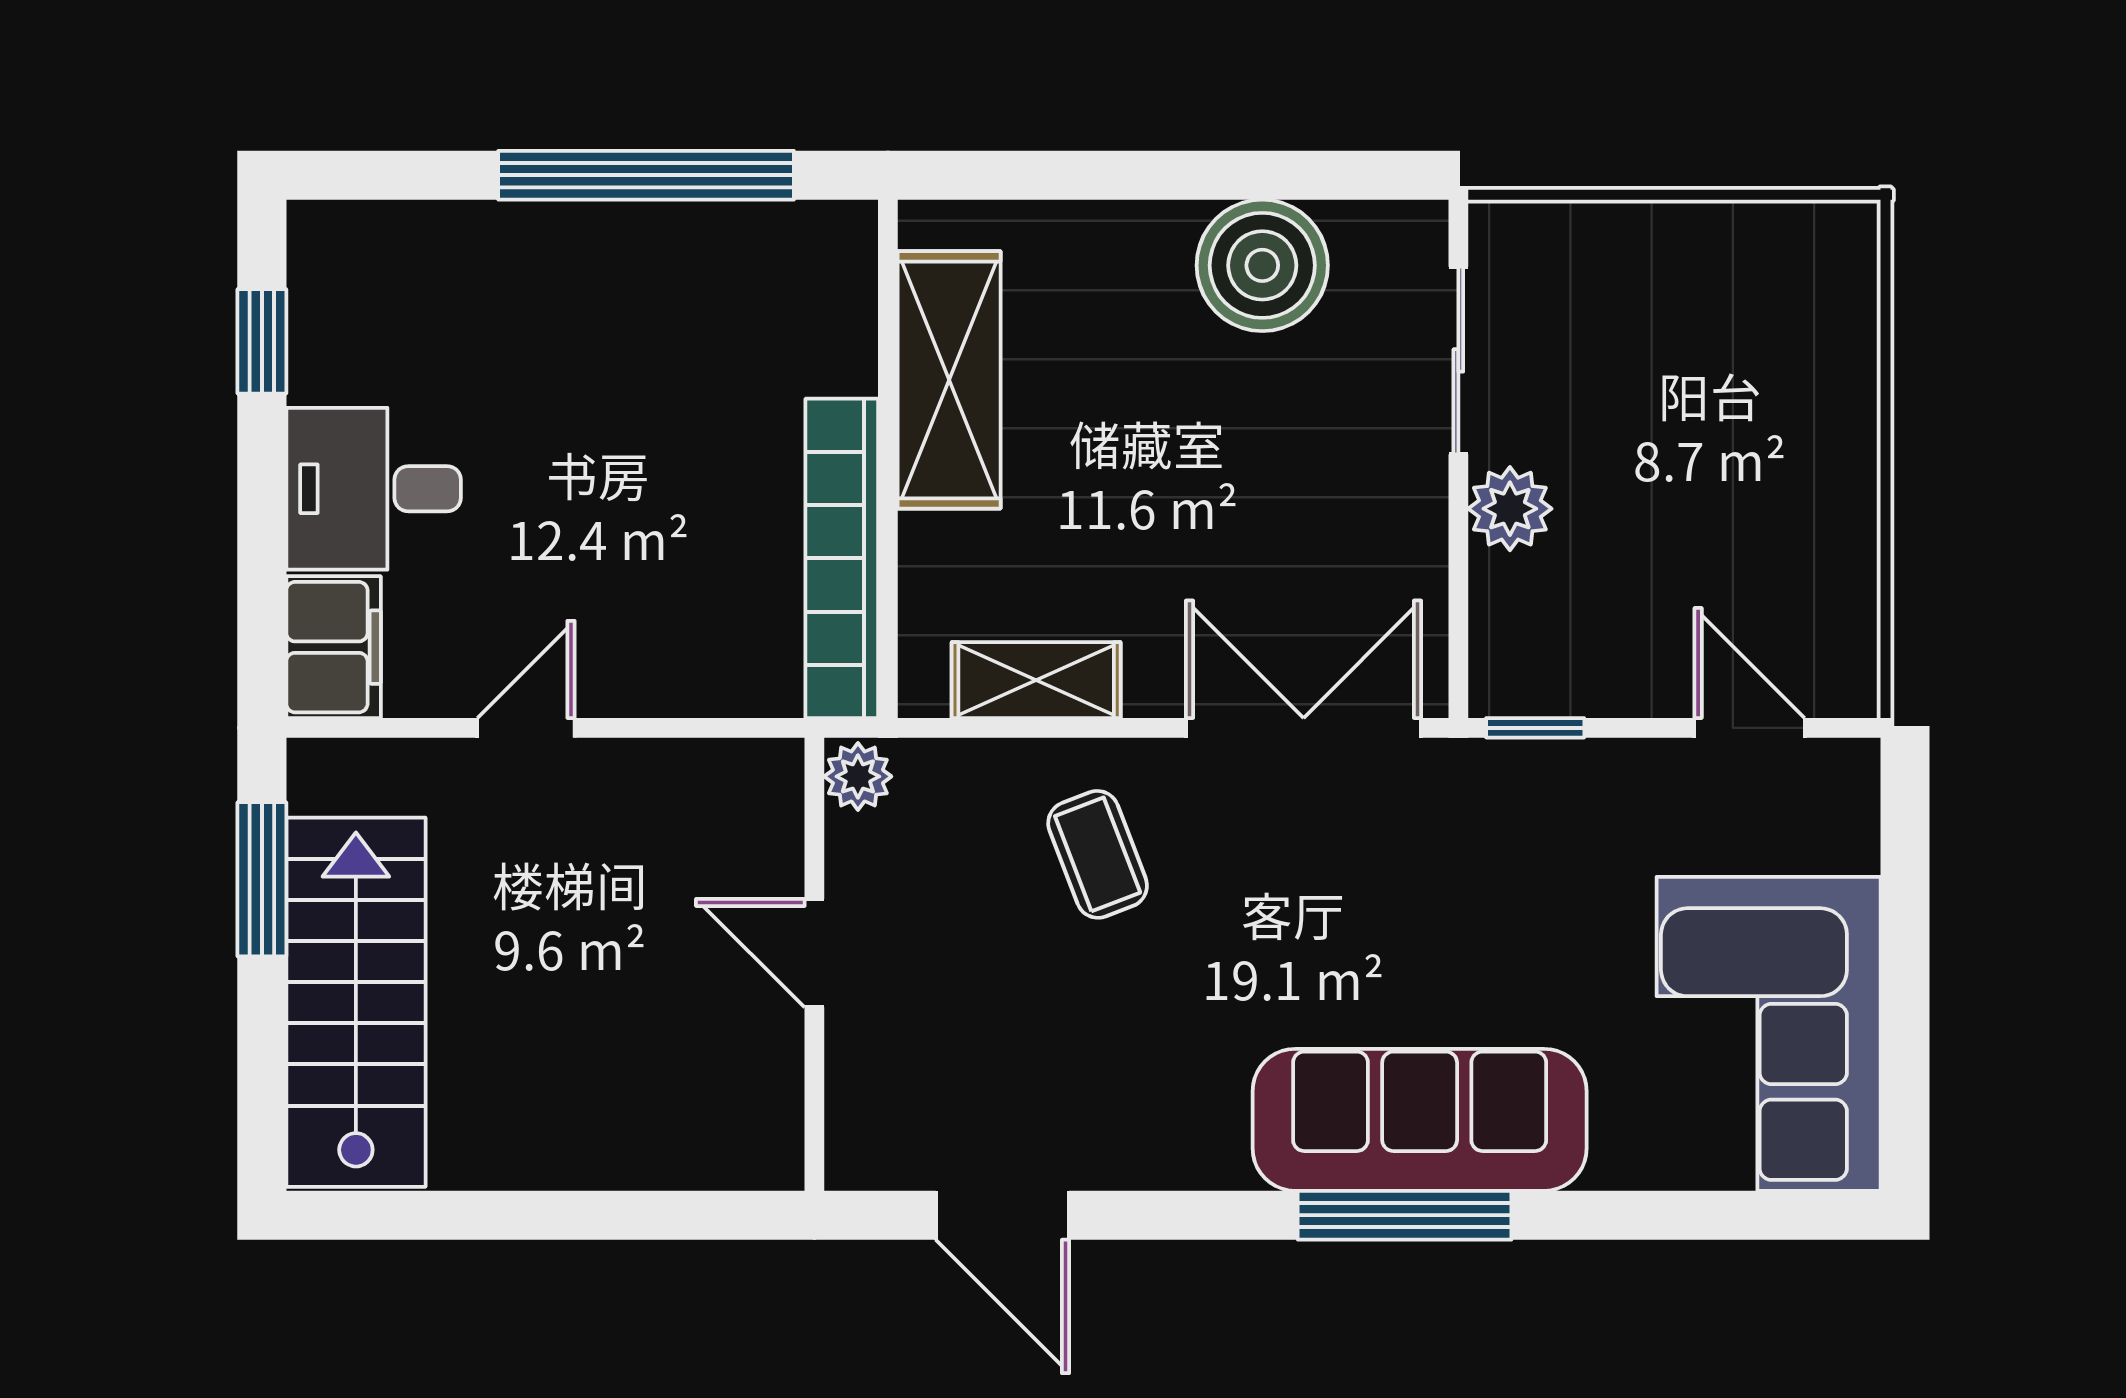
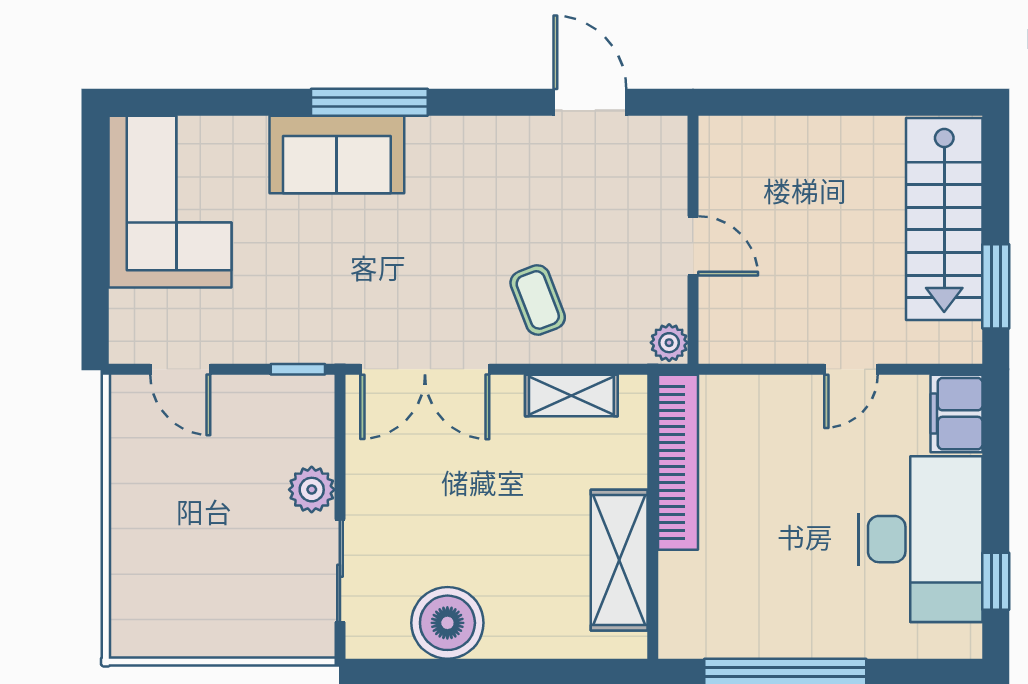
desk: (374, 489) -> (920, 539), width x1.87, depth x1.30
sofa: (1420, 1120) -> (337, 155), width x0.73

